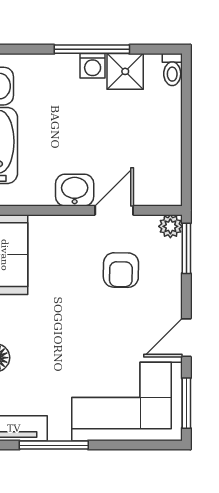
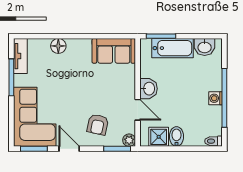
window: (92, 49) -> (224, 98), width x1.46
shower: (125, 71) -> (159, 137), moved
bidet: (164, 138) -> (176, 137), added
armchair: (121, 270) -> (98, 125), moved, turned -79

